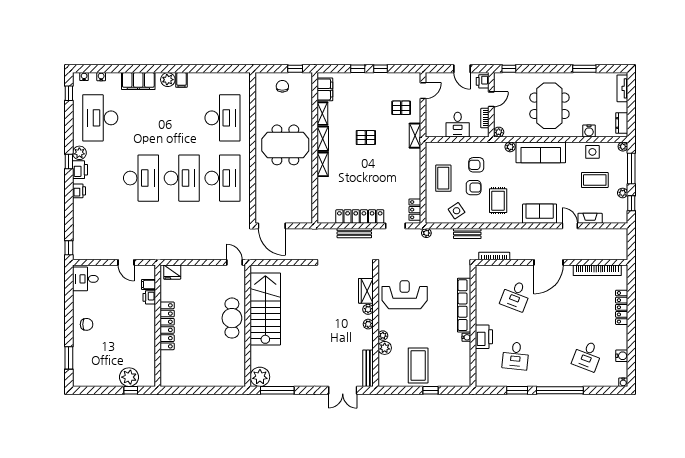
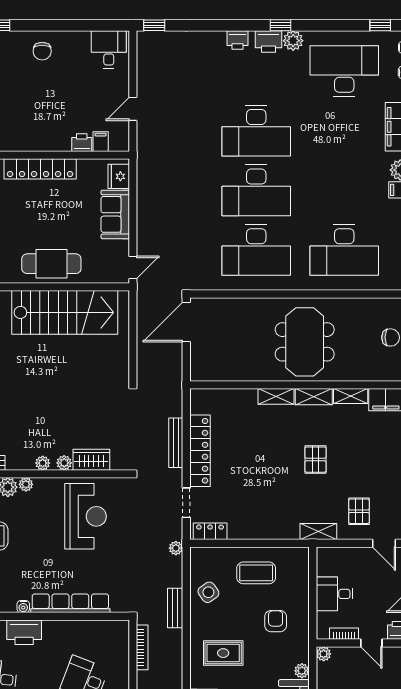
armchair: (474, 188) -> (242, 617), removed
sofa: (198, 274) -> (115, 214), added

